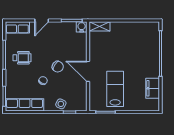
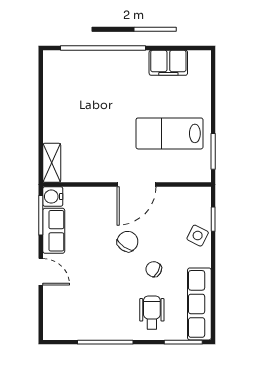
row of seats: (17, 27) -> (54, 231), moved
wheelchair: (22, 58) -> (152, 312), moved

